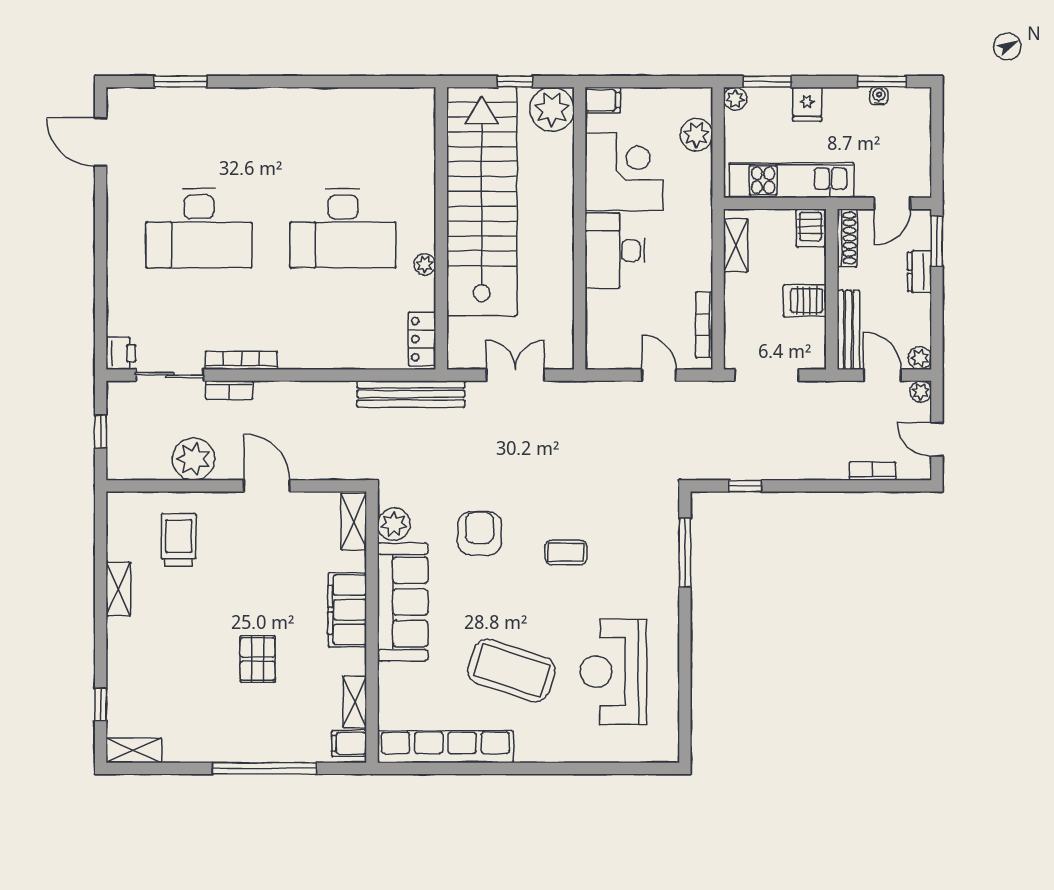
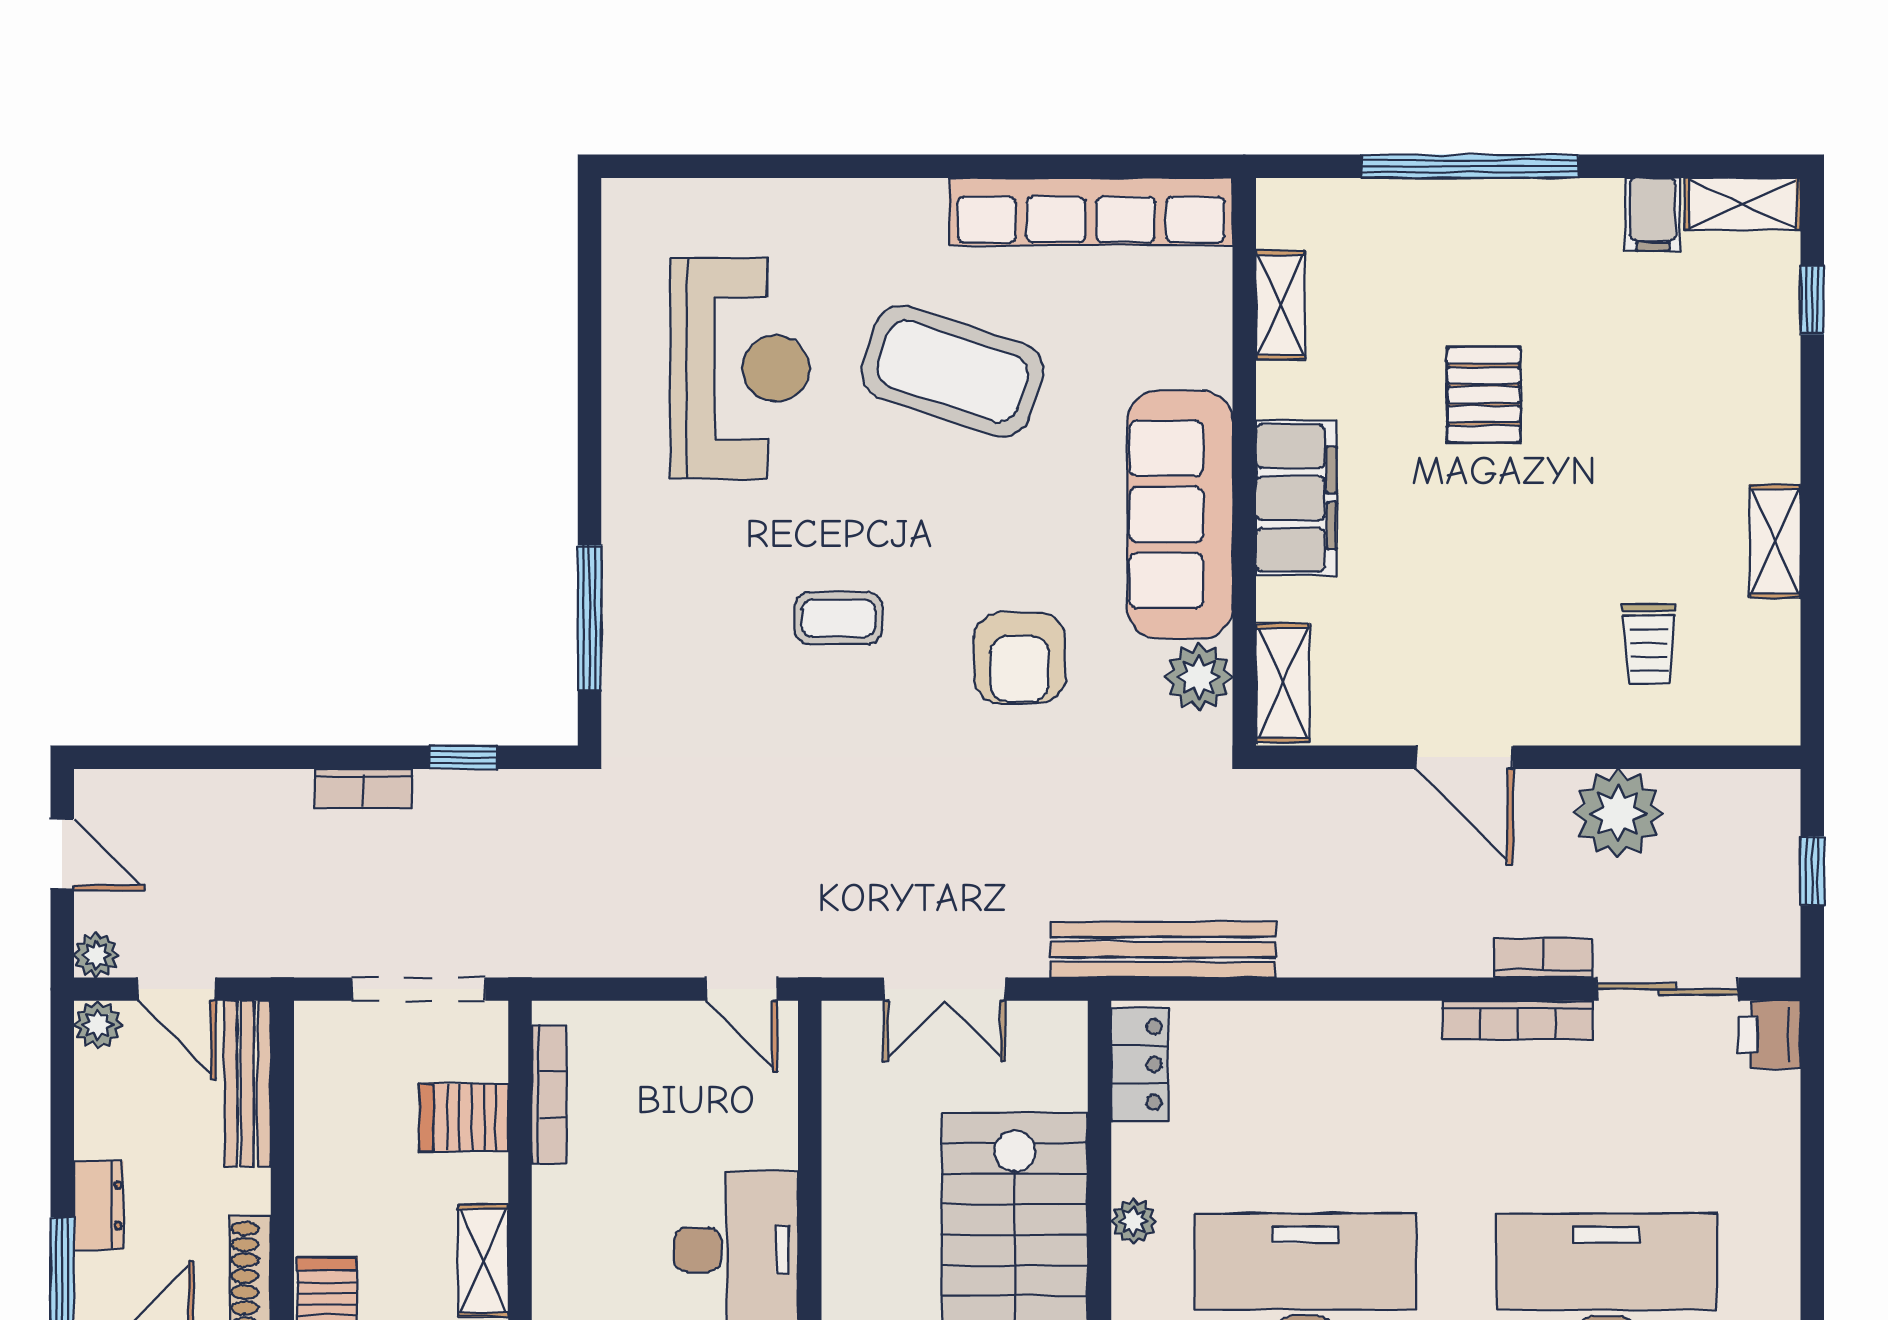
server rack: (805, 301) -> (464, 1117), moved, turned 180
door: (659, 375) -> (742, 989), moved
bookcase: (872, 471) -> (363, 788), moved
trolley: (179, 540) -> (1649, 644), width x0.73, depth x0.72
filing cabinet: (349, 743) -> (1653, 214), moved, turned 90

